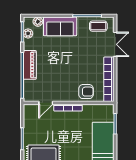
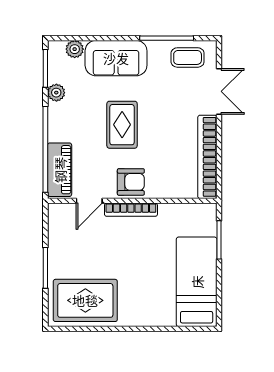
plant: (28, 33) -> (56, 93), moved
rug: (63, 62) -> (122, 125), added
piano: (30, 65) -> (60, 170), moved
armchair: (86, 92) -> (131, 182), moved

